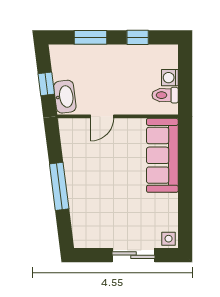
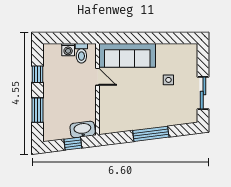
door: (102, 116) -> (98, 77), moved
side table: (169, 239) -> (168, 80), moved
sliding door: (134, 255) -> (203, 93), moved

